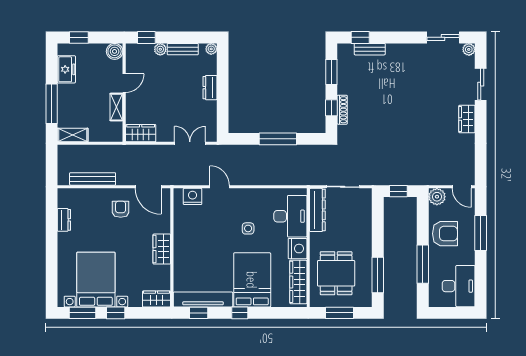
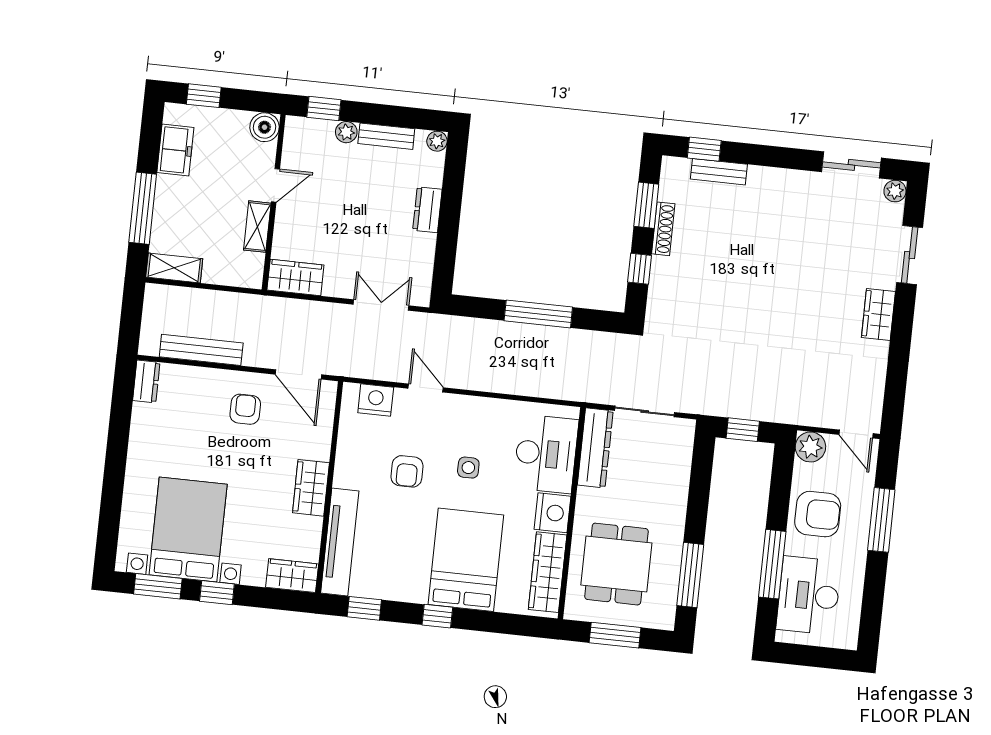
shoe rack: (342, 110) -> (663, 229), moved
dresser: (64, 220) -> (146, 381), moved
armchair: (214, 234) -> (407, 471), added
desk: (459, 286) -> (809, 595), moved, turned 180
tv unit: (203, 299) -> (340, 542), moved, turned 90

